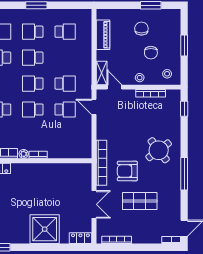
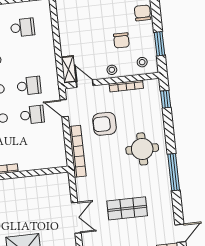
chair: (141, 29) -> (143, 13), moved
piano: (103, 35) -> (65, 26), removed
window: (184, 46) -> (160, 44), moved
round table: (159, 150) -> (142, 149), turned 37
bookcase: (101, 163) -> (77, 151), moved
armchair: (127, 171) -> (104, 124), moved

